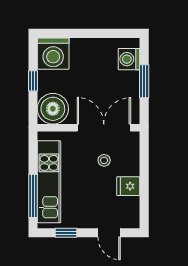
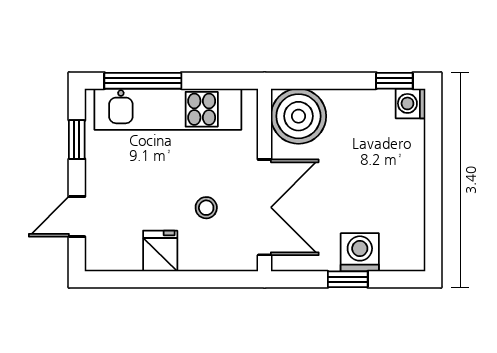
washing machine: (53, 54) -> (410, 103), width x0.53, depth x0.53
washing machine: (129, 59) -> (360, 252), moved
window: (33, 81) -> (394, 81), moved
window: (144, 81) -> (348, 279), width x0.67

